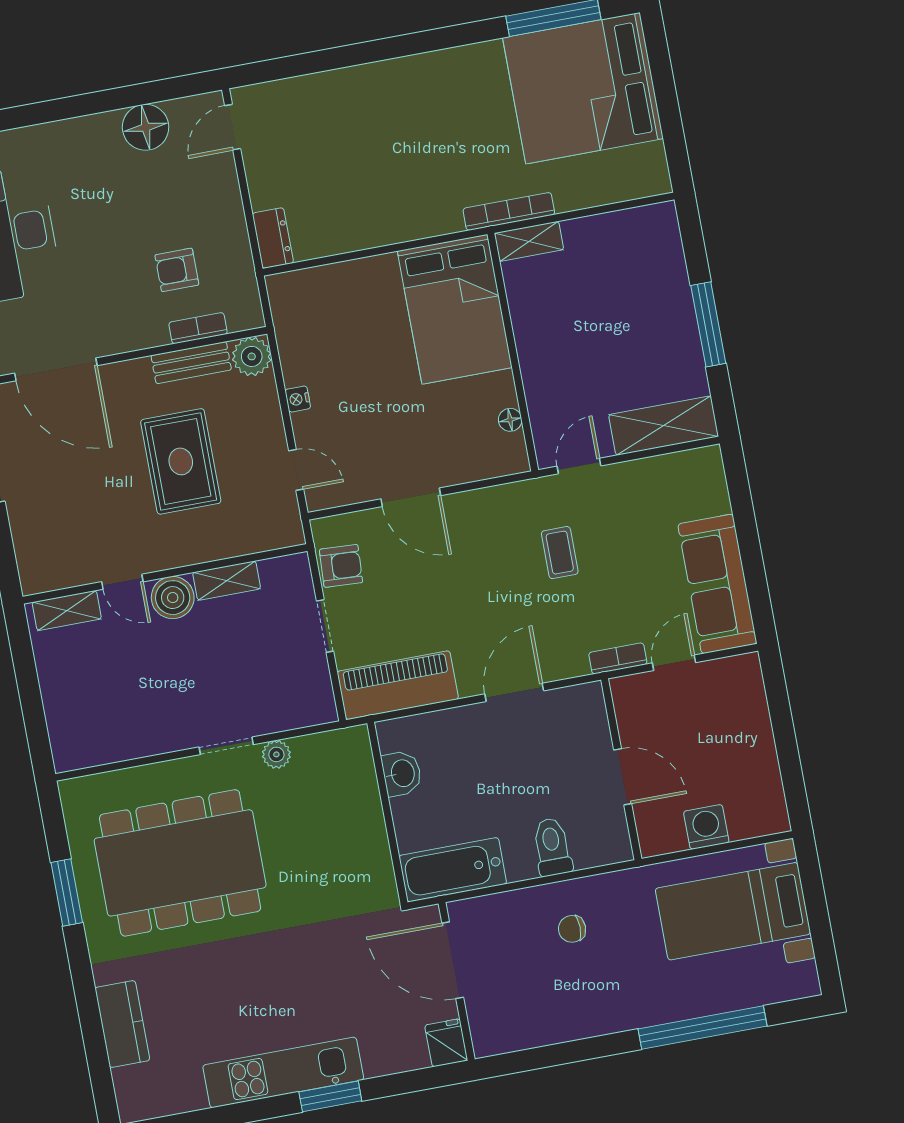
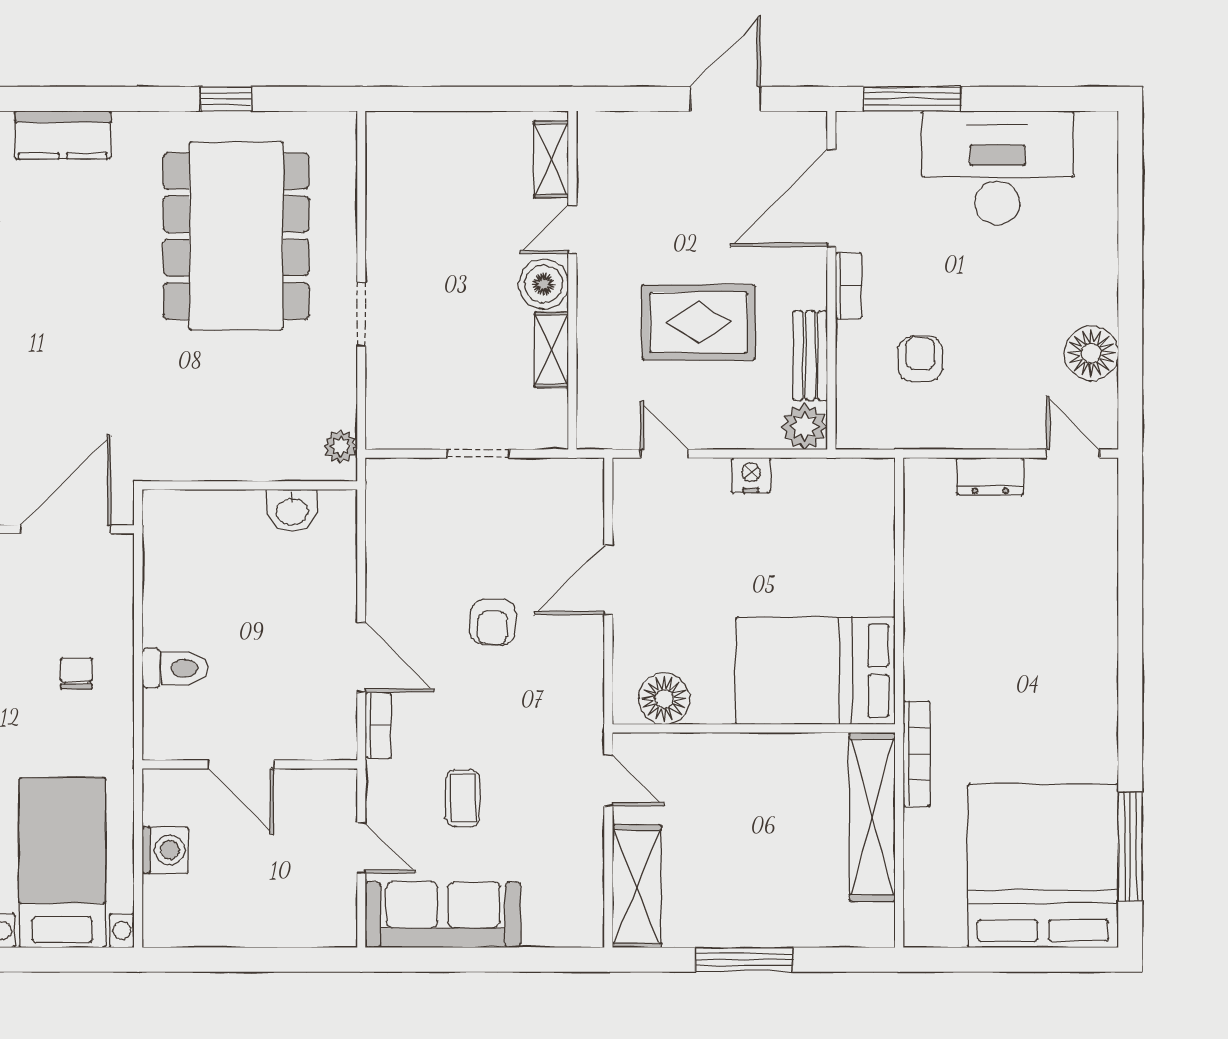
dresser: (273, 238) -> (990, 476), moved
shelving: (529, 241) -> (872, 817), width x2.20, depth x1.33
bookcase: (198, 328) -> (849, 286), moved
nightstand: (298, 399) -> (751, 475), width x1.39, depth x1.35
floor lamp: (510, 420) -> (664, 699), width x1.89, depth x1.89
door: (296, 470) -> (664, 454), swing flipped
coffee table: (560, 553) -> (463, 798), moved, turned 90
armchair: (341, 566) -> (493, 622), moved
bookcase: (618, 658) -> (378, 725), moved
piano: (398, 685) -> (394, 525), removed
plant: (276, 754) -> (341, 447), moved
door: (623, 777) -> (241, 764), hinge flipped
bathtub: (453, 870) -> (170, 549), removed
window: (67, 892) -> (226, 99), width x0.67

